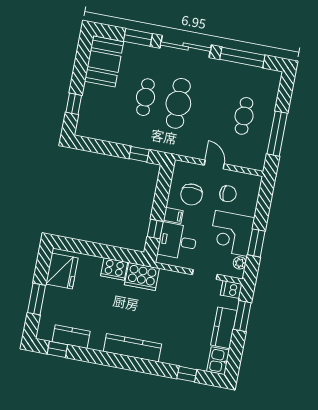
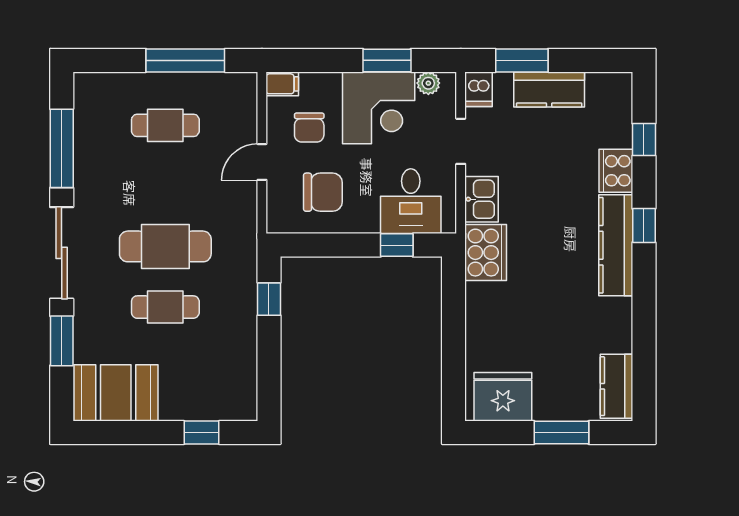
chair: (228, 194) -> (309, 128), turned 180
filing cabinet: (173, 215) -> (282, 84), moved, turned 90
cooker: (114, 269) -> (616, 171), moved, turned 180
kitchen counter: (71, 337) -> (617, 386), moved
window: (57, 349) -> (644, 225), moved
kitchen sink: (218, 361) -> (482, 199), moved, turned -90

